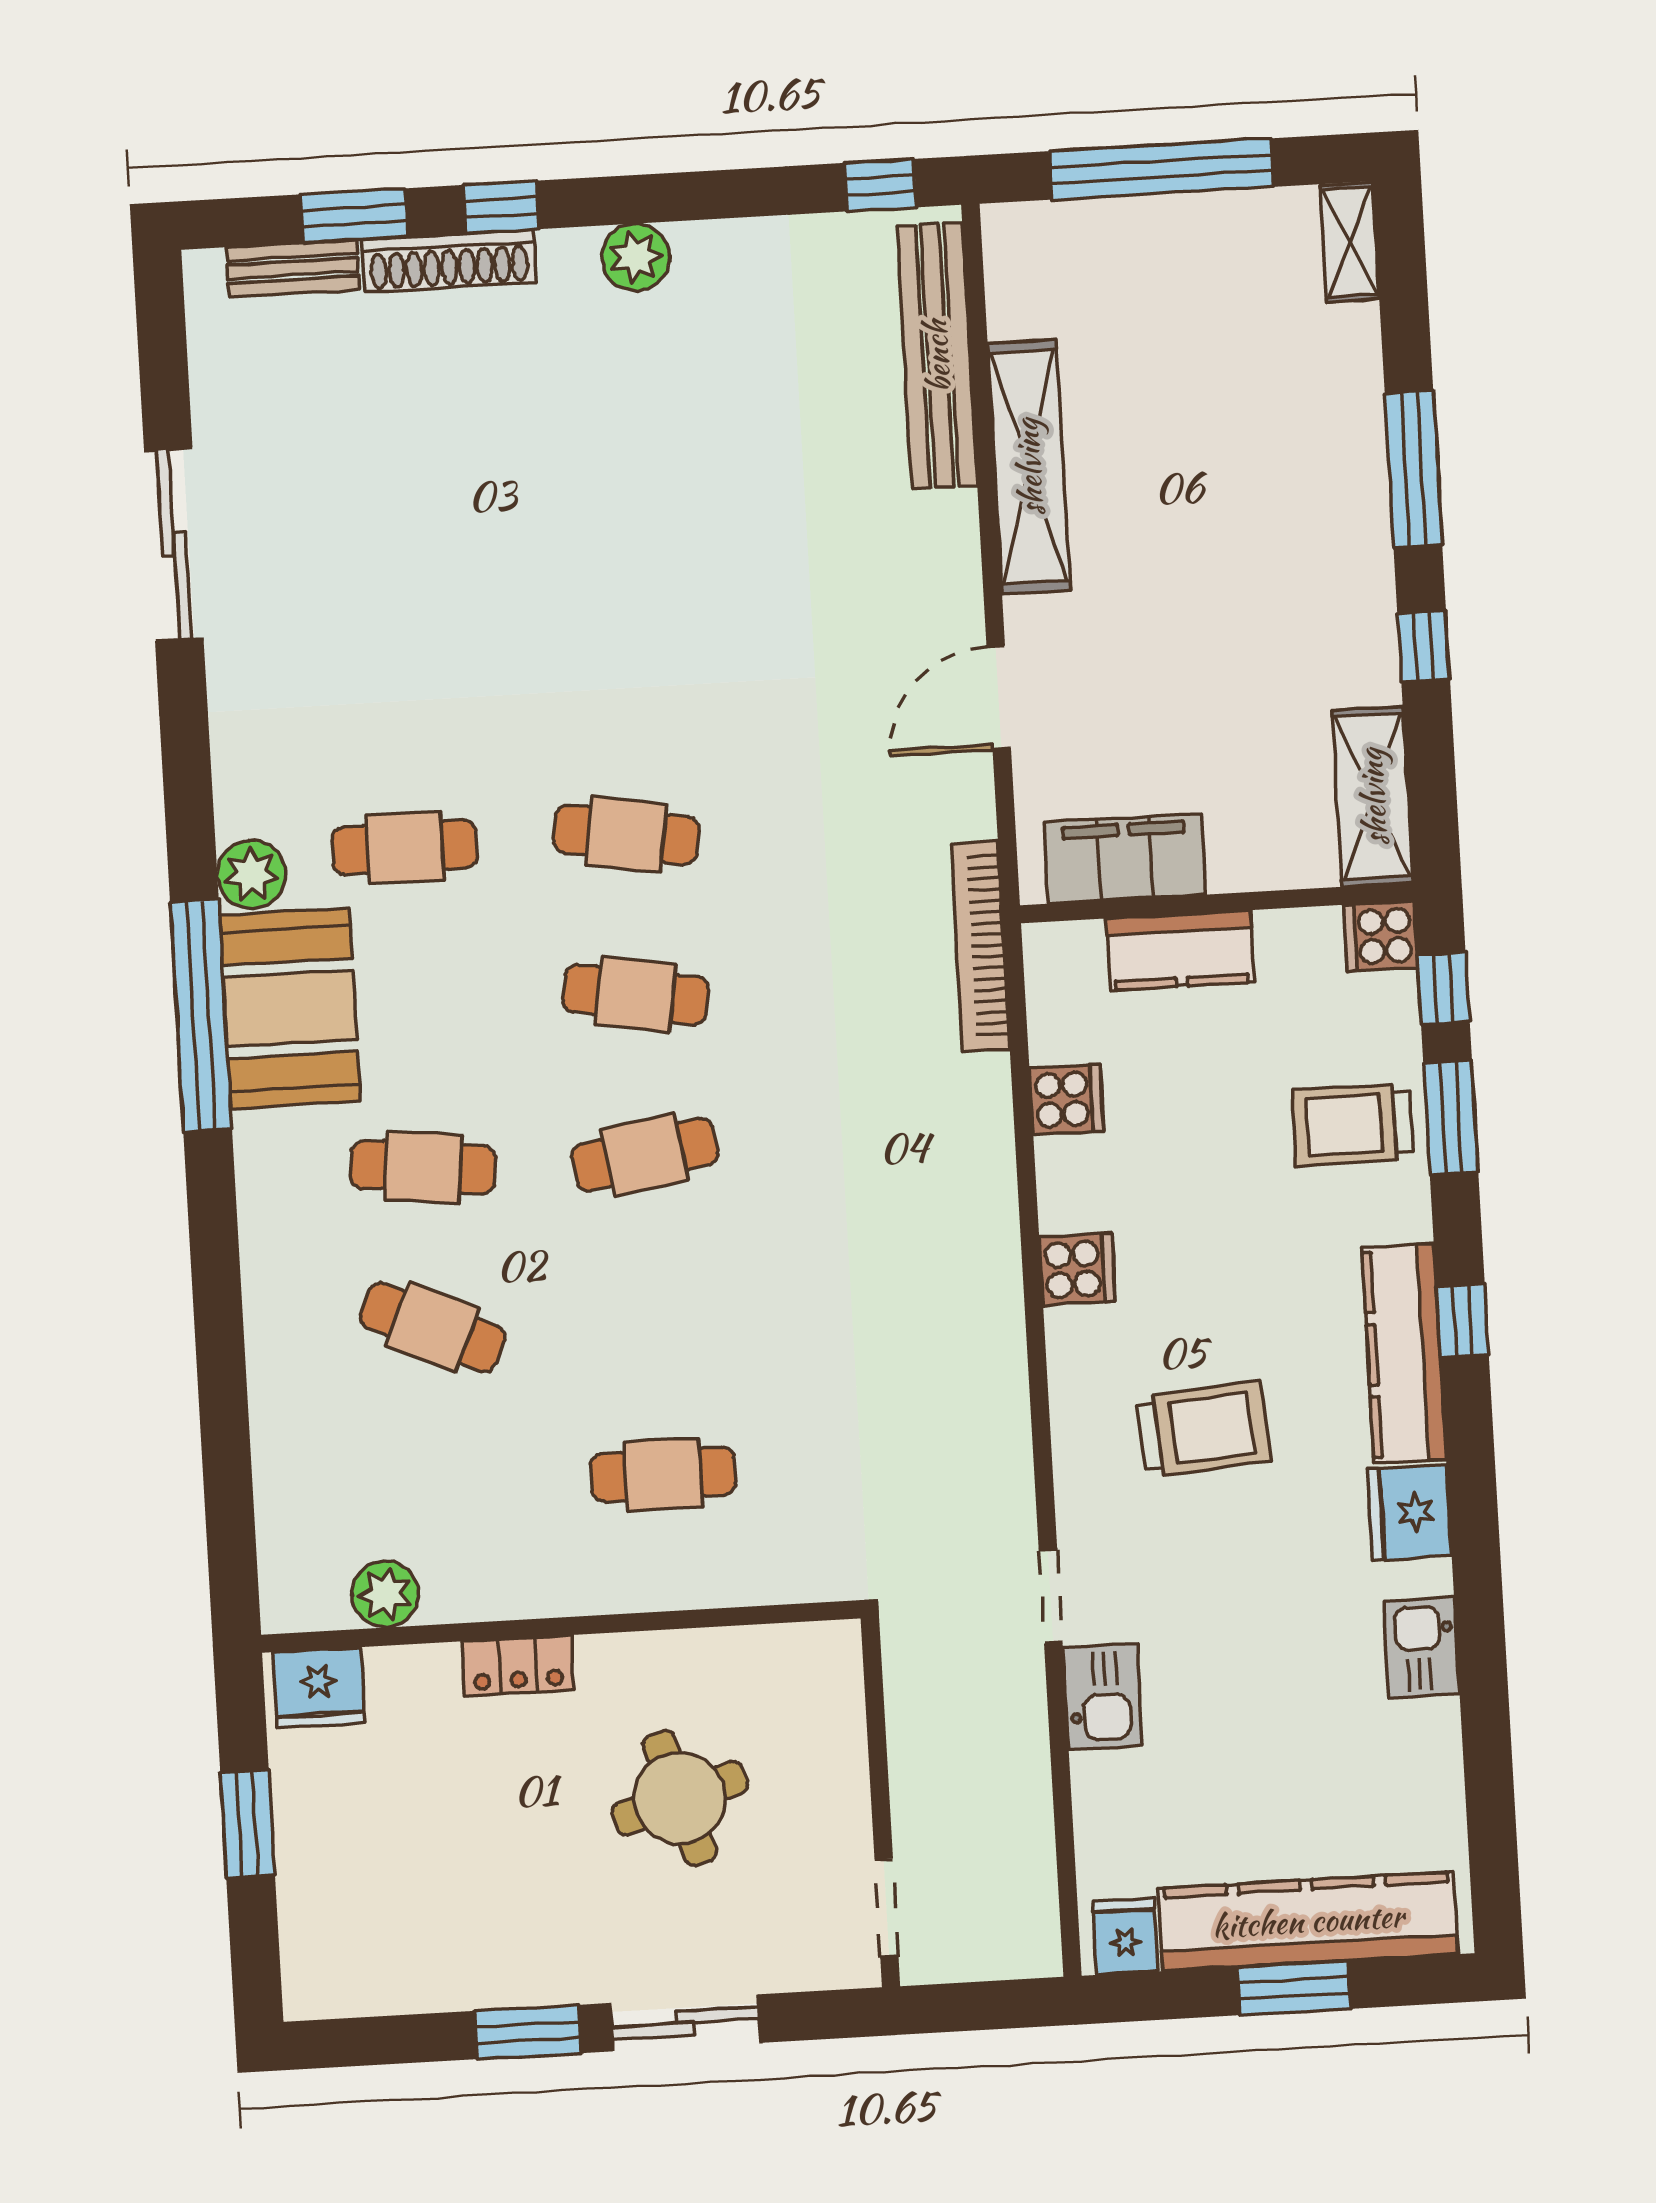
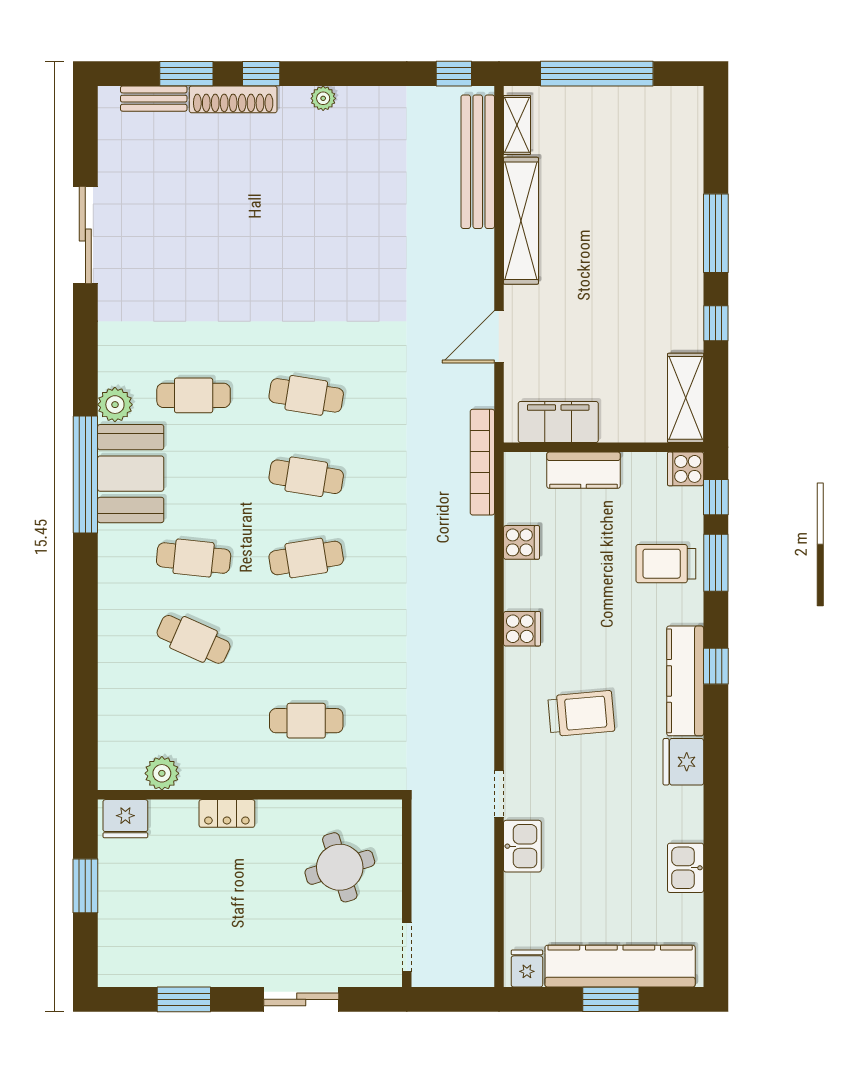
shelving: (1350, 242) -> (517, 125), moved
plant: (636, 257) -> (323, 98), width x0.73, depth x0.73
kitchen sink: (1422, 1647) -> (686, 868), moved
round table: (680, 1798) -> (340, 867), moved
window: (528, 2032) -> (184, 999), moved

